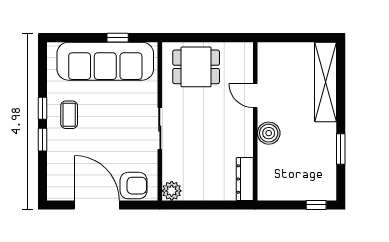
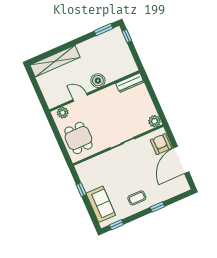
plant: (244, 60) -> (63, 113), added
sofa: (105, 61) -> (101, 204), width x0.54, depth x0.79
door: (255, 96) -> (80, 97), swing flipped
window: (42, 108) -> (116, 225), moved
window: (341, 149) -> (104, 30), moved

